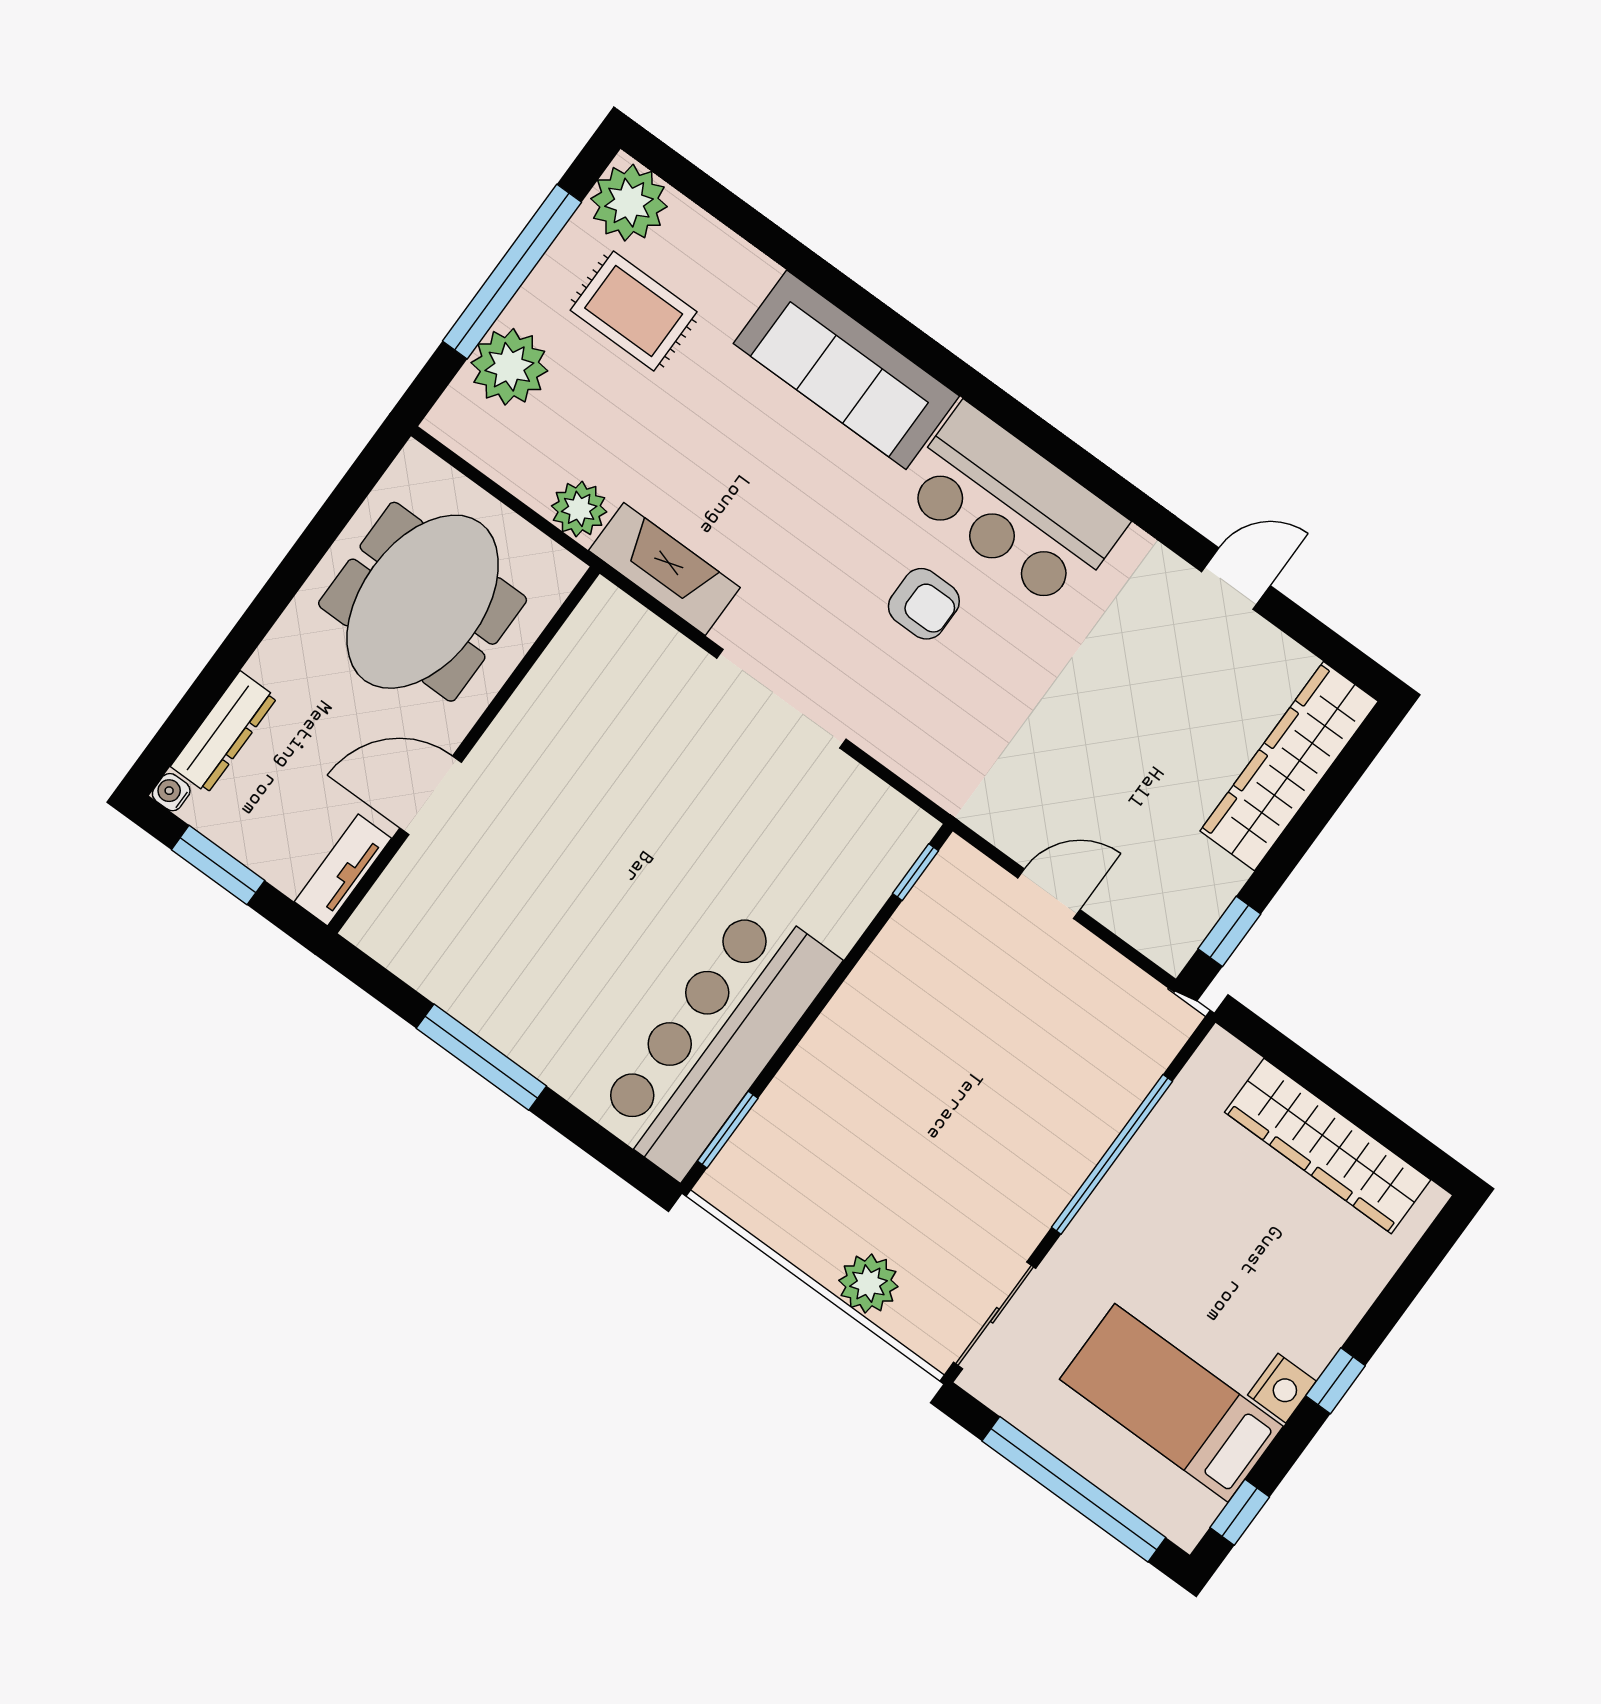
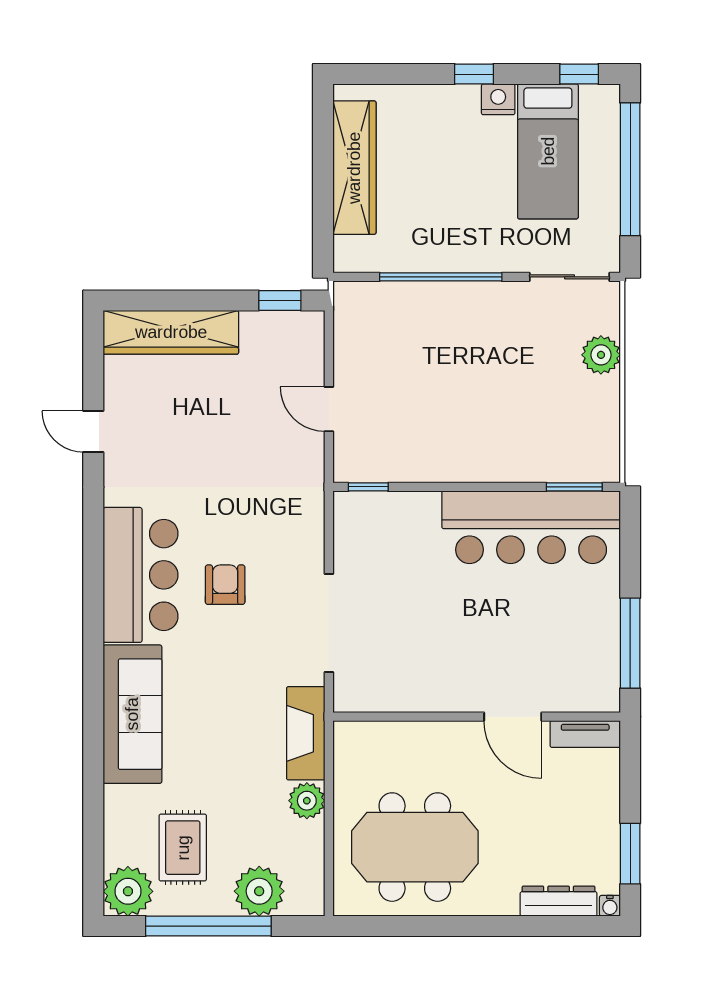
wall: (464, 750) -> (477, 717), moved
door: (431, 795) -> (513, 717), moved
tv unit: (343, 870) -> (585, 734), moved

